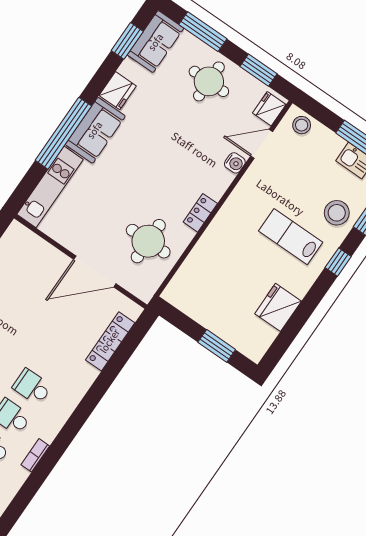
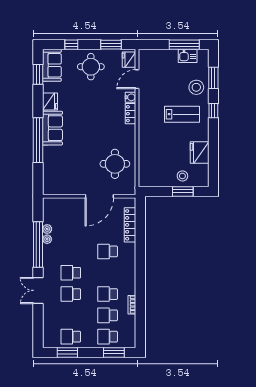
window: (203, 32) -> (71, 45), width x0.46
stool: (302, 125) -> (182, 176), moved
kitchen unit: (50, 187) -> (49, 170), removed
locker: (200, 213) -> (131, 114), moved
lab bench: (291, 237) -> (182, 114), turned 180
school desk: (32, 387) -> (108, 251), moved

